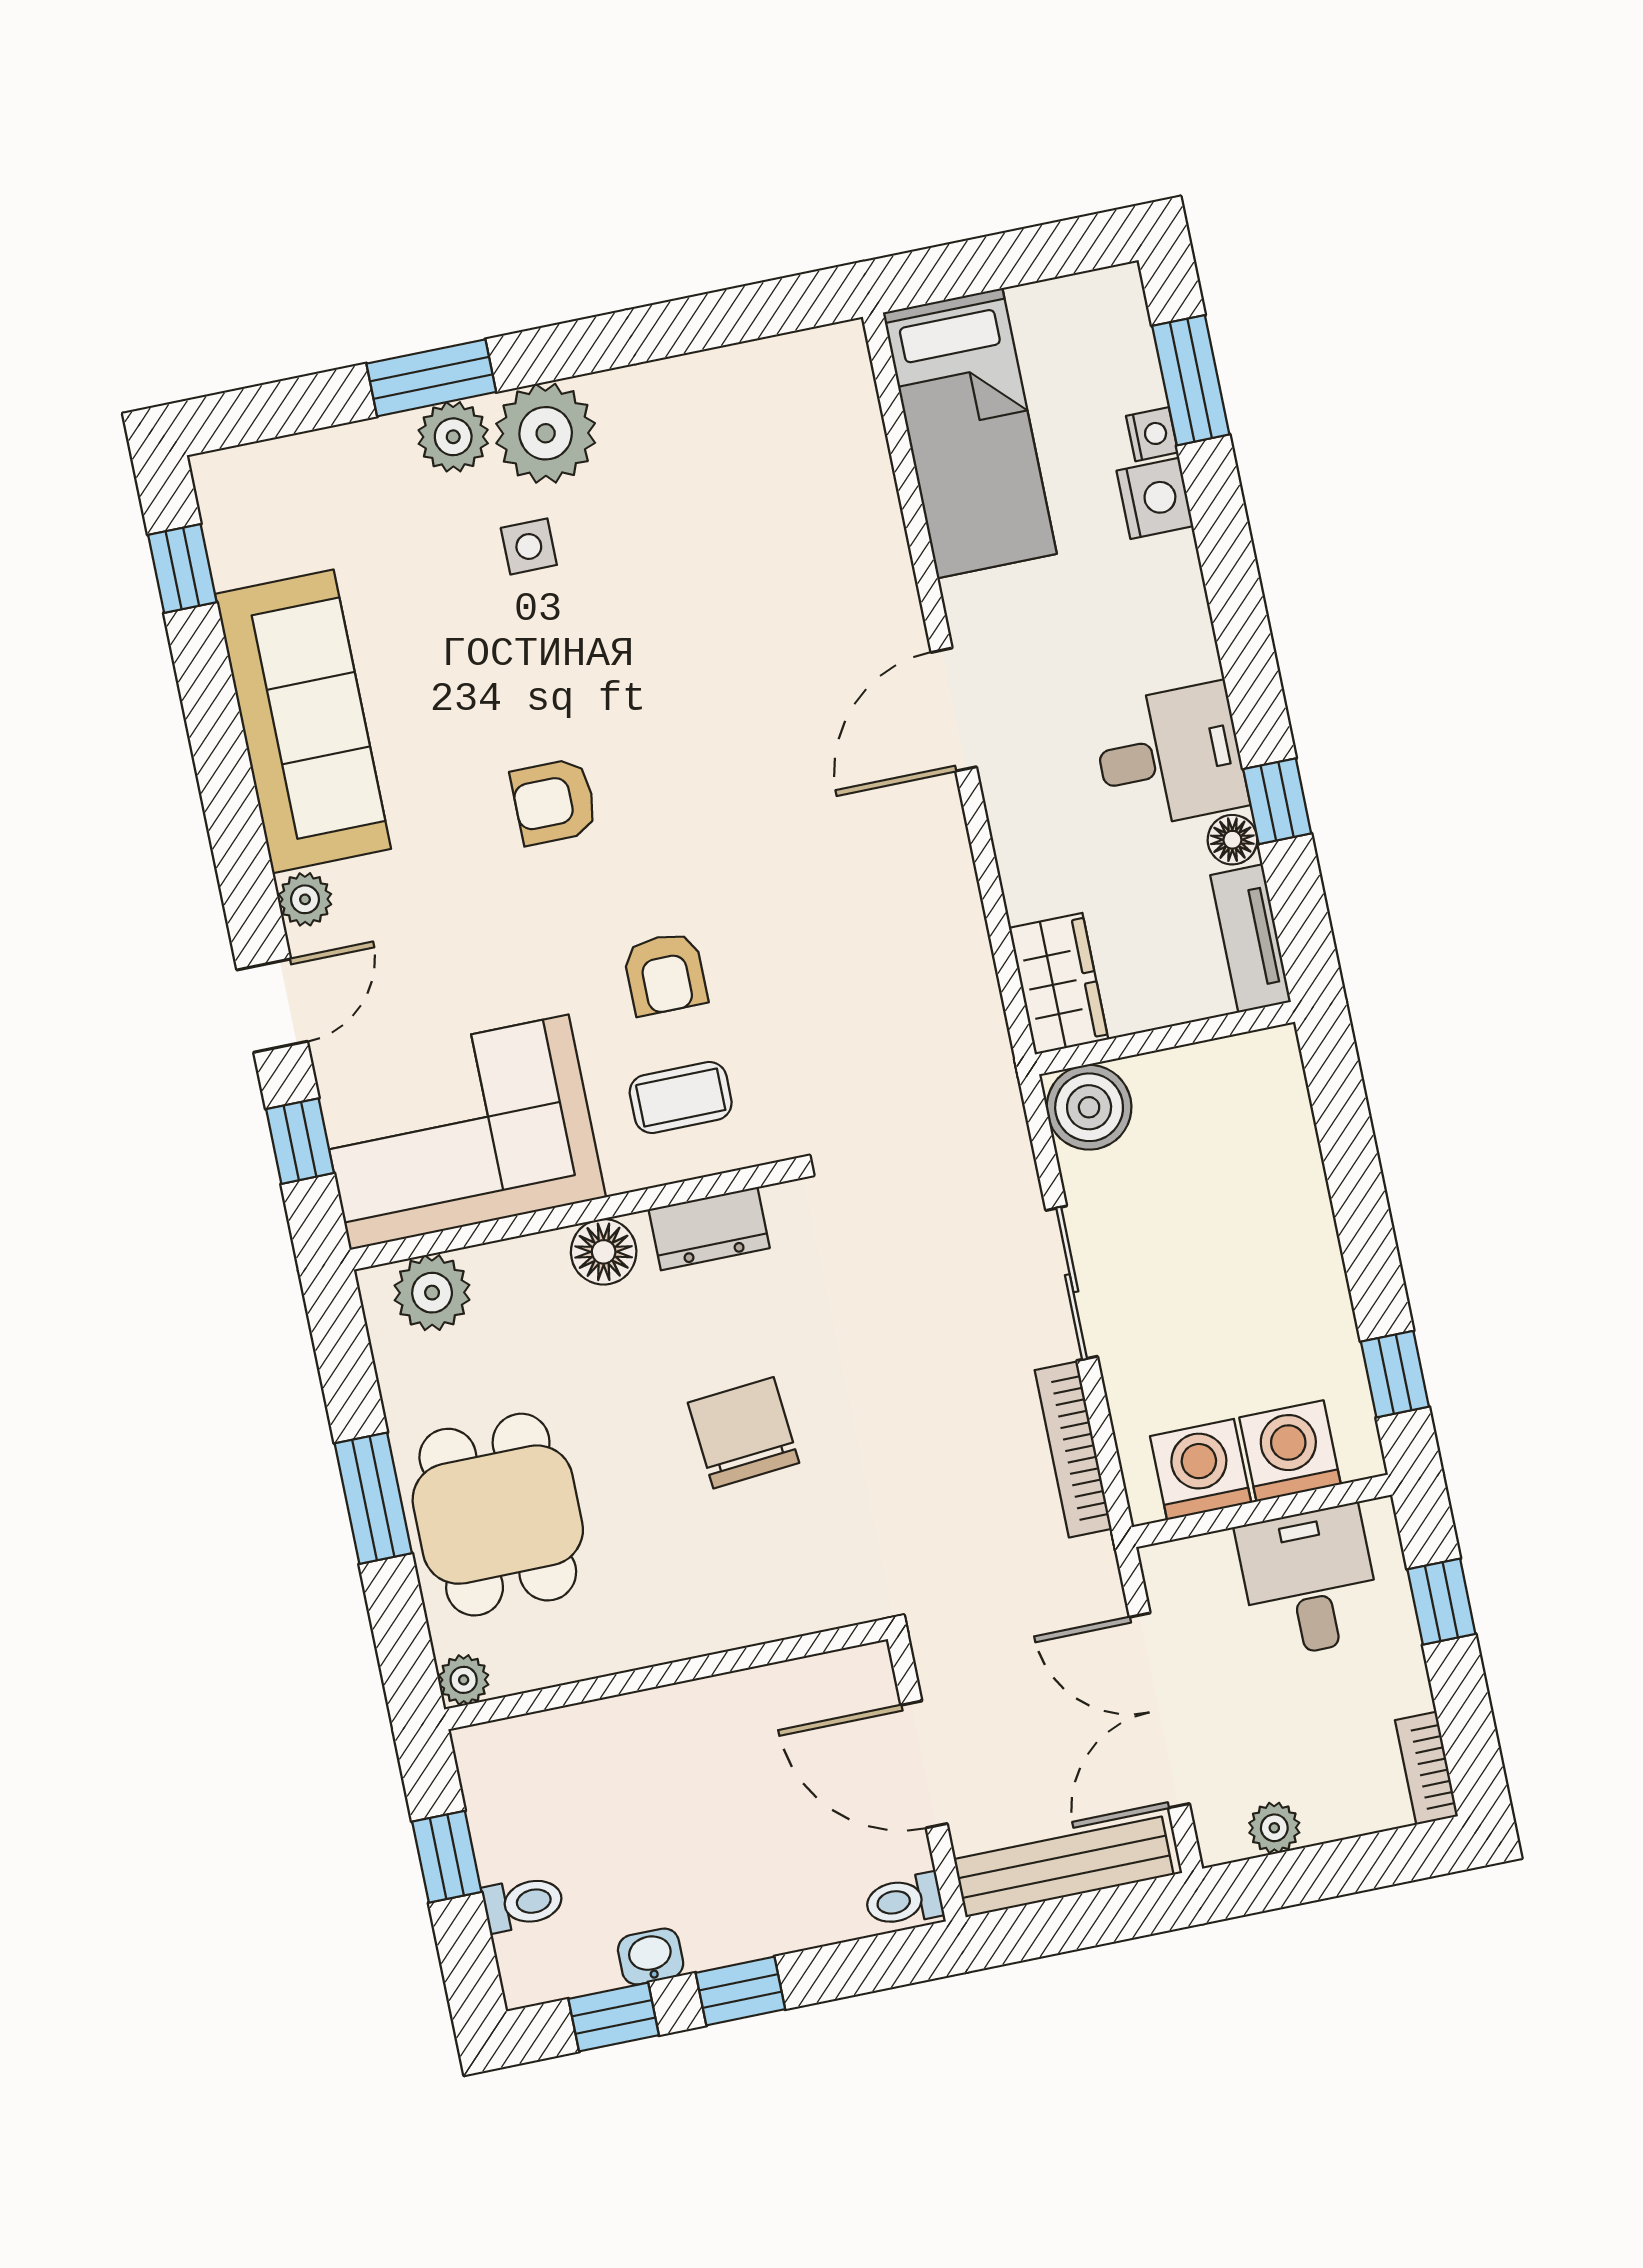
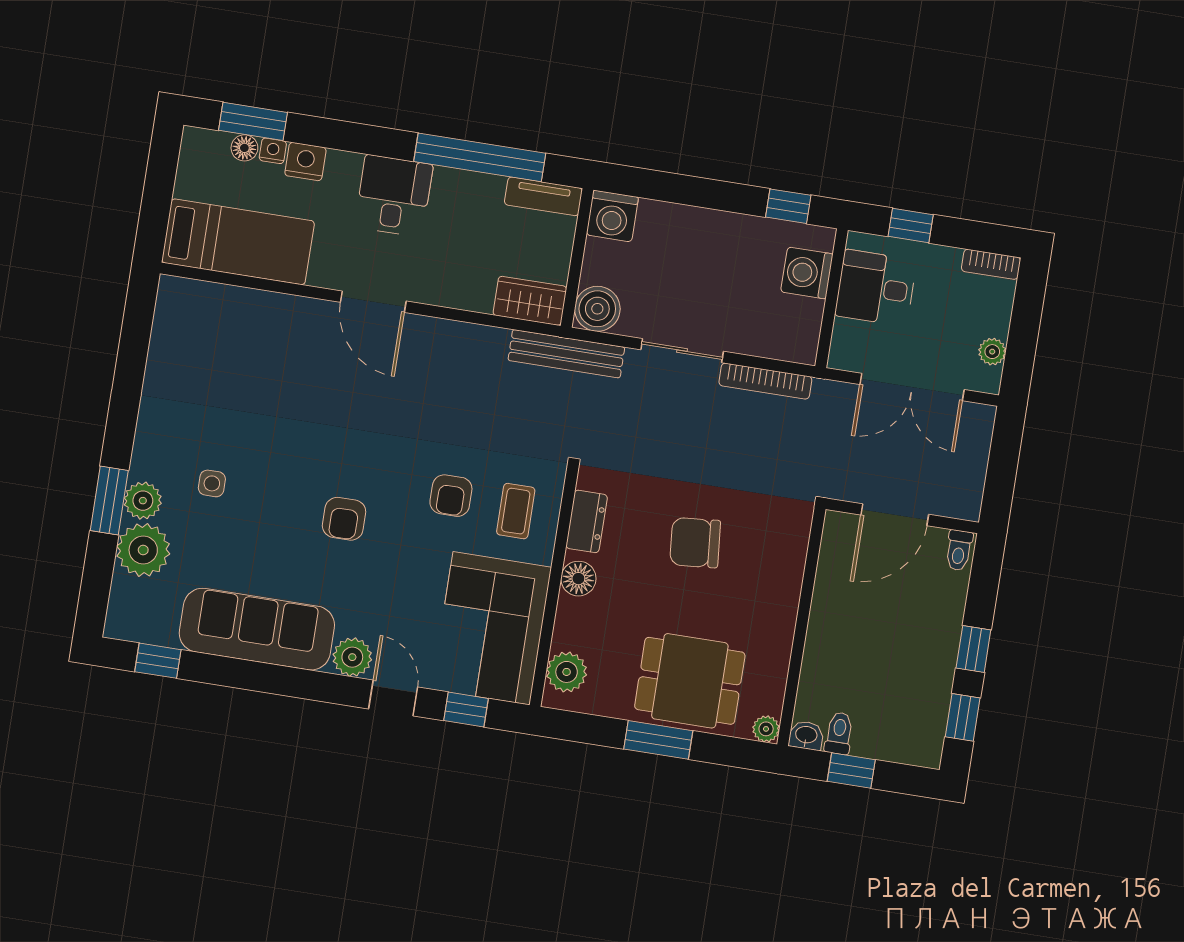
plant: (546, 433) -> (143, 550), moved
desk: (1170, 756) -> (394, 196), moved
window: (1277, 801) -> (480, 157), width x3.17
floor lamp: (1232, 840) -> (244, 148), moved
plant: (305, 899) -> (352, 657), width x1.38, depth x1.38
armchair: (665, 974) -> (451, 496), turned 90
washing machine: (1201, 1469) -> (612, 216), moved, turned -90
bench: (1064, 1867) -> (566, 354), moved, turned 90
toilet: (523, 1903) -> (839, 733), moved
washbasin: (651, 1957) -> (806, 735), moved, turned 90

